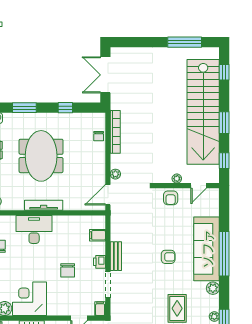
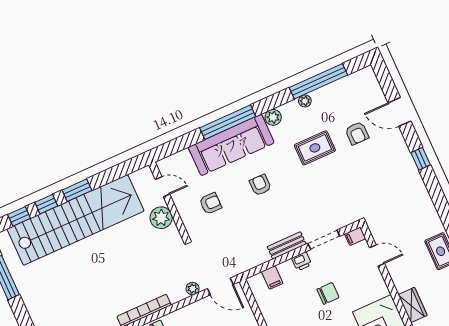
window: (224, 161) -> (46, 204), moved
plant: (177, 179) -> (161, 218), width x1.88, depth x1.88
armchair: (171, 198) -> (210, 203), moved

